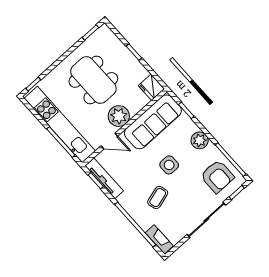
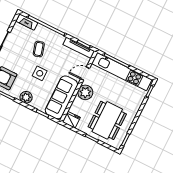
dining table: (93, 80) -> (107, 120), moved, turned 90

